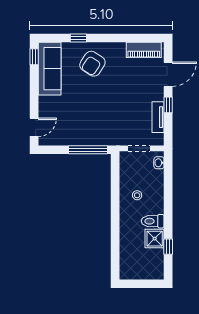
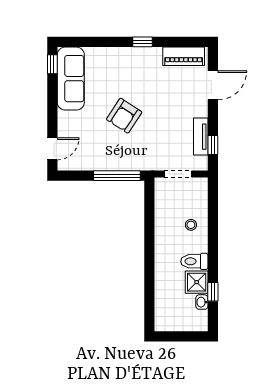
window: (78, 38) -> (143, 42), moved
armchair: (92, 64) -> (124, 116), moved
window: (168, 105) -> (213, 145), moved
washbasin: (159, 163) -> (202, 302), moved
stool: (137, 195) -> (191, 225), moved

